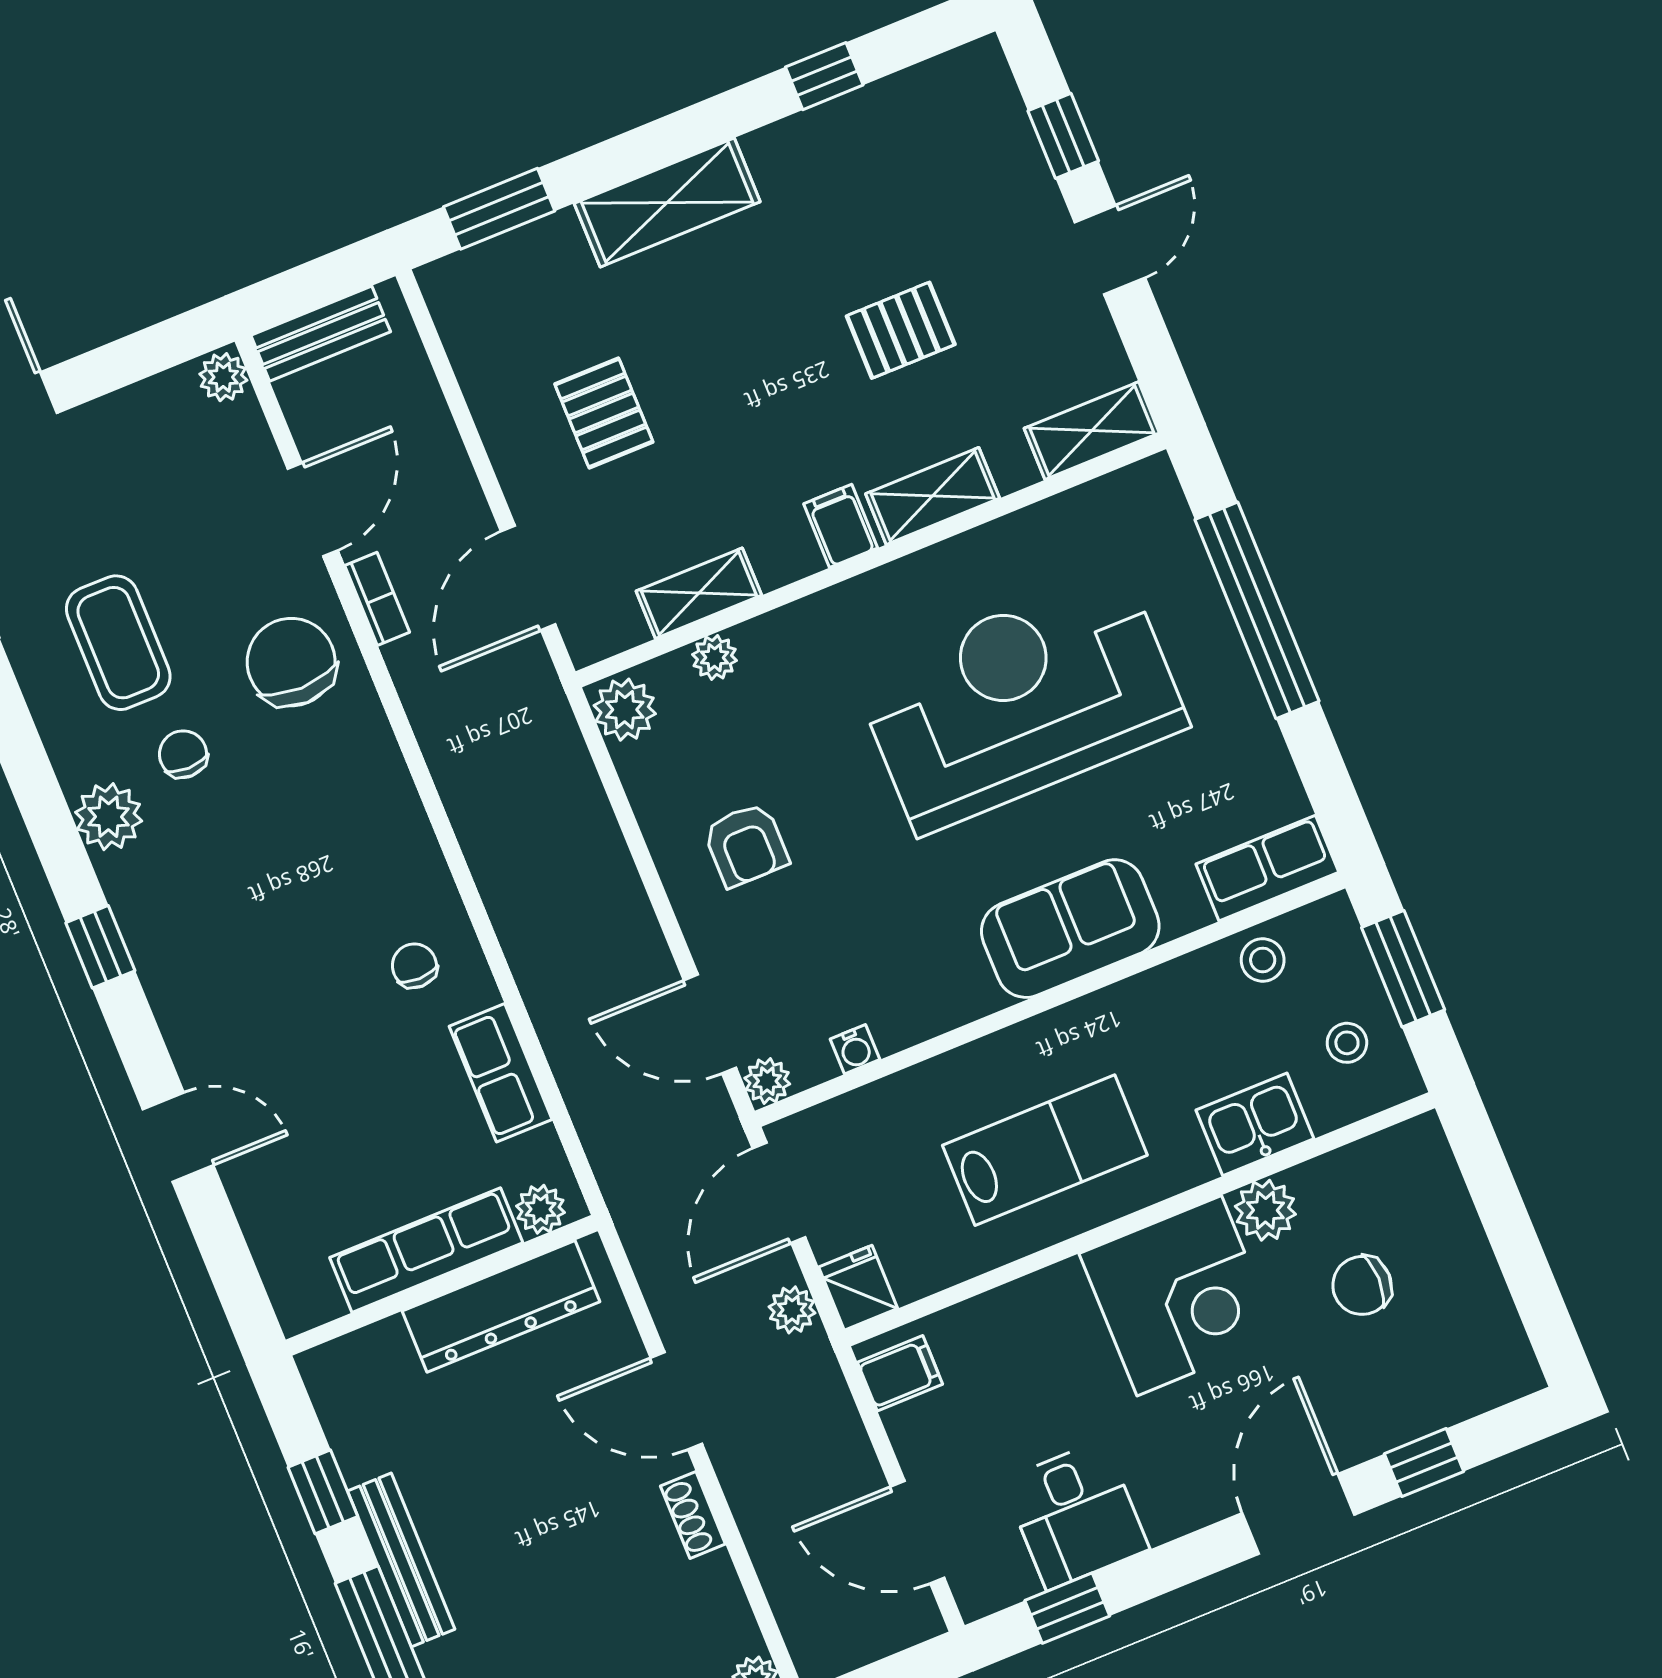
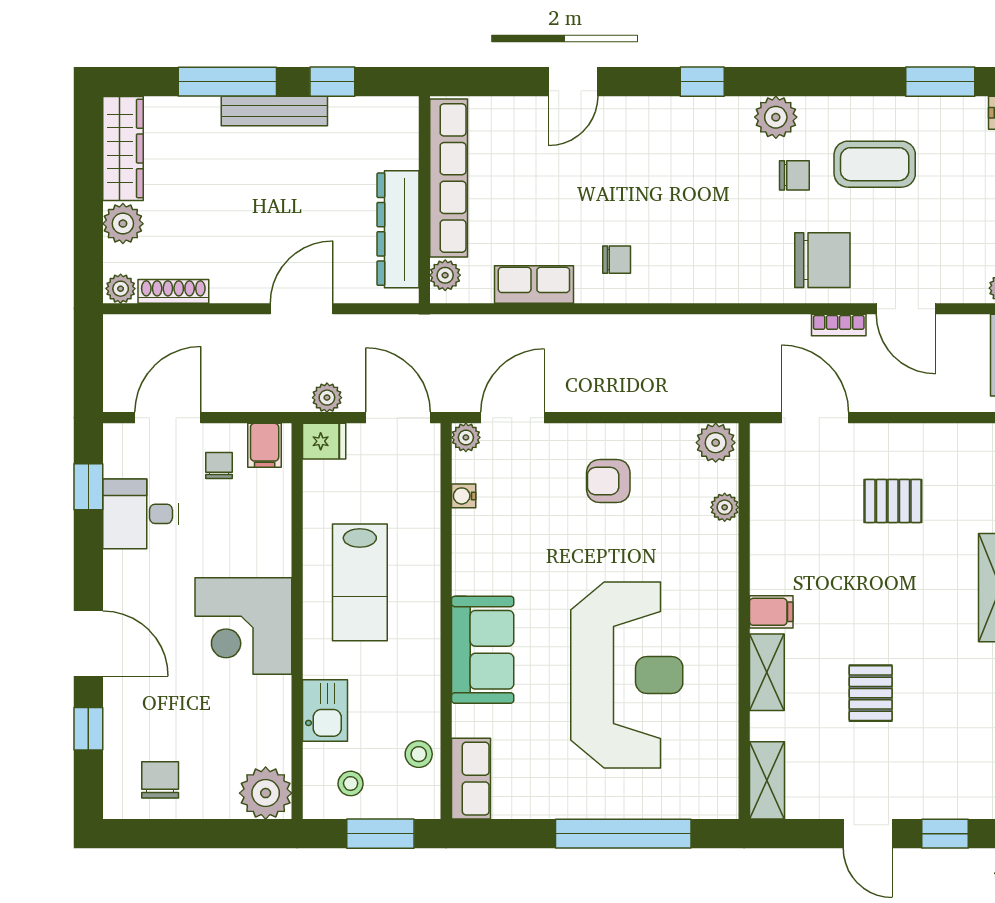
shelving: (699, 593) -> (766, 513), removed
plant: (1265, 1210) -> (266, 793), moved, width x1.36, depth x1.36
row of seats: (426, 1250) -> (449, 178), width x1.36
chair: (1362, 1285) -> (160, 780), moved
chair: (957, 1428) -> (219, 465), added
shoe rack: (693, 1515) -> (173, 291), moved, width x1.43

